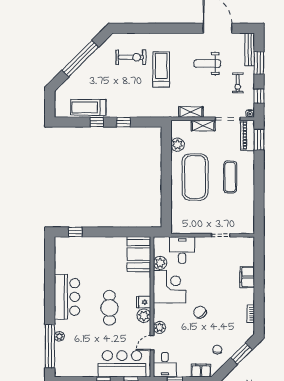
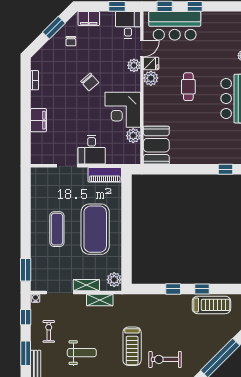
piano: (247, 135) -> (105, 175), moved, turned 90
plant: (178, 145) -> (114, 280), moved
desk: (182, 250) -> (92, 150), moved
fridge: (144, 302) -> (151, 63), moved
cafe table: (109, 308) -> (188, 87), width x0.73, depth x0.74
window: (242, 354) -> (54, 28), moved

